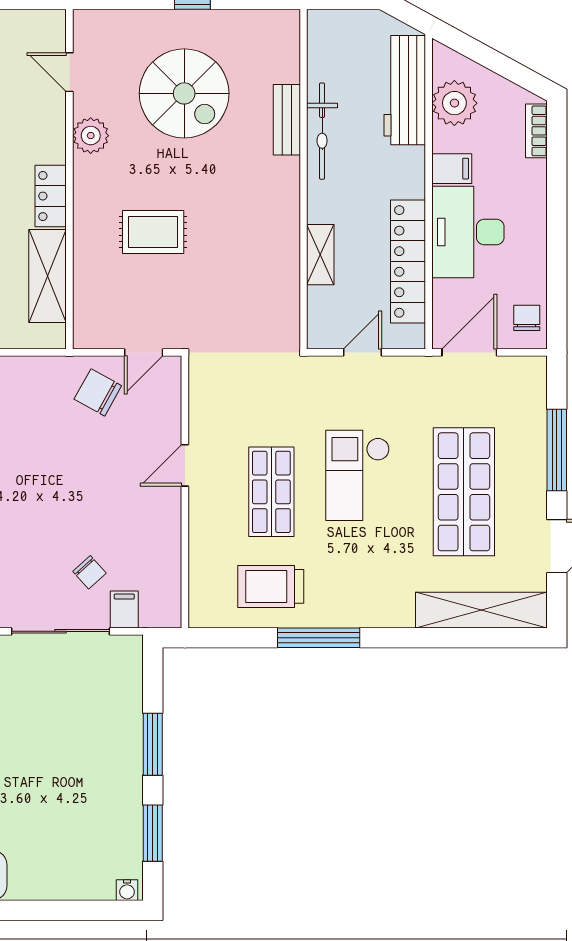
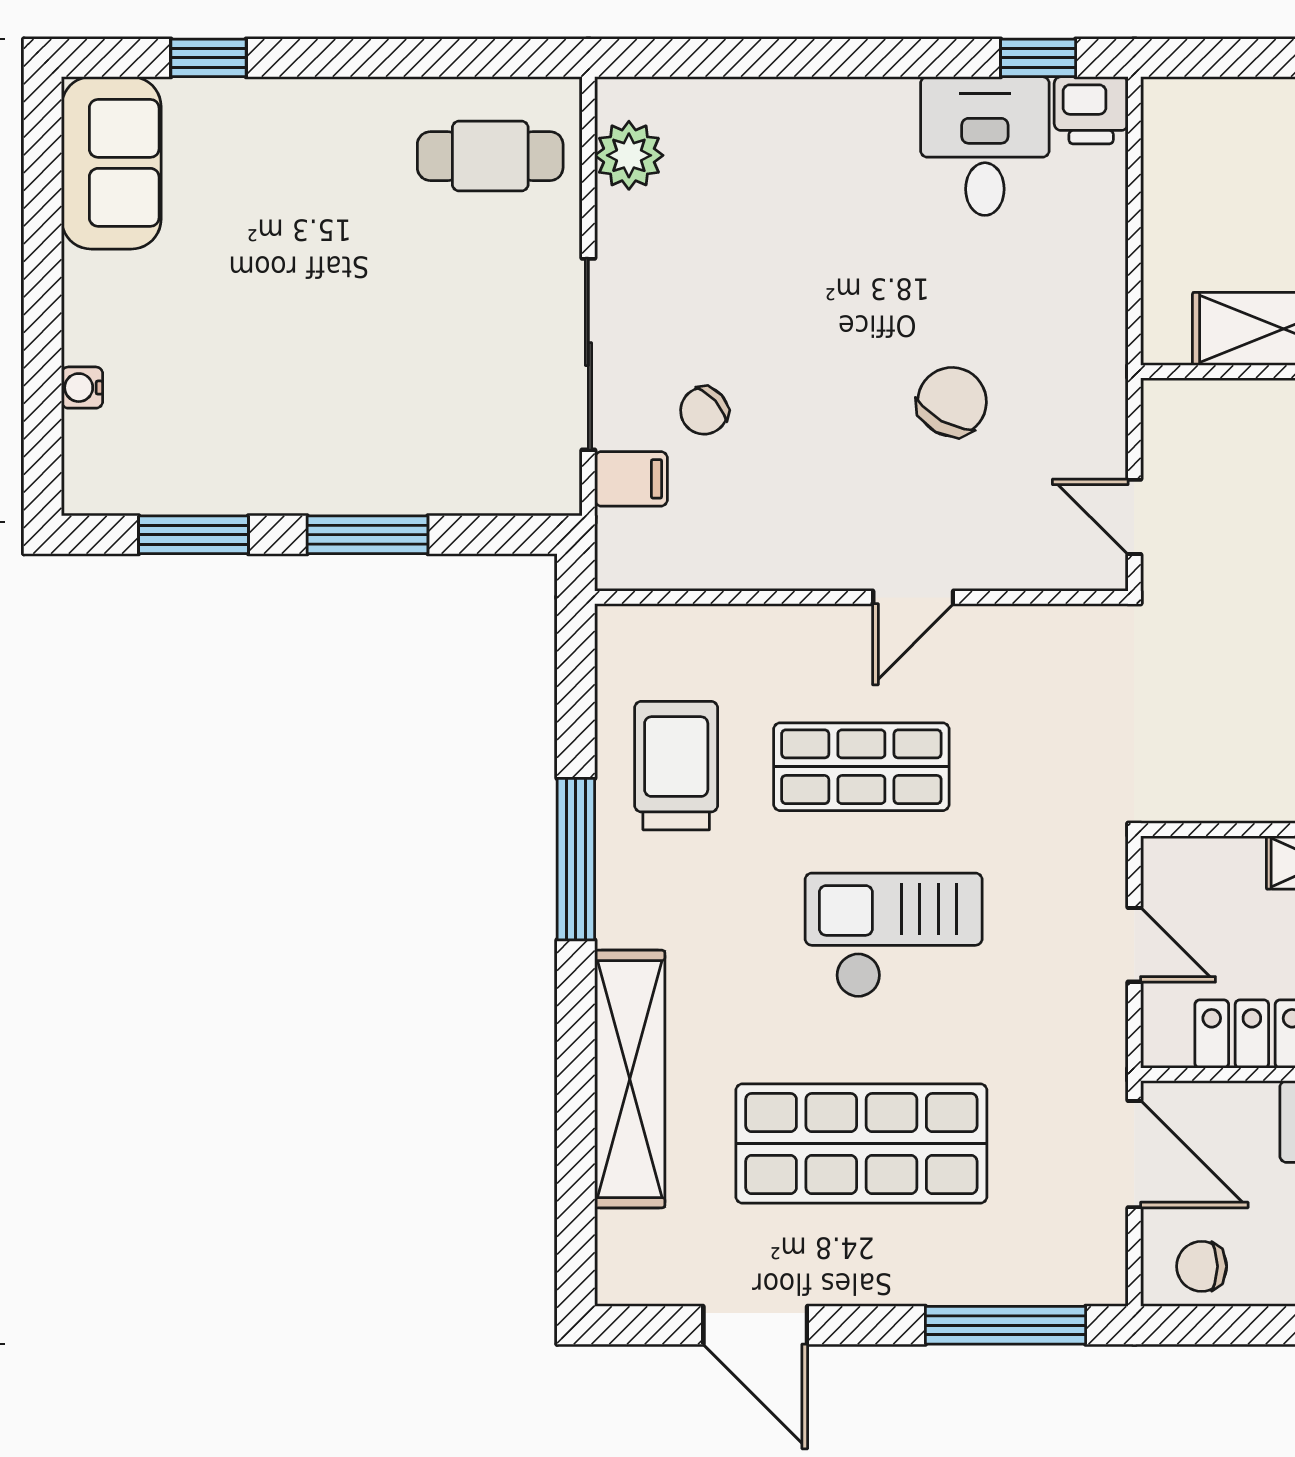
chair: (527, 318) -> (1202, 1266), turned 180
chair: (98, 392) -> (952, 402), moved
window: (557, 450) -> (1005, 1325), moved
door: (185, 465) -> (913, 597), swing flipped
shelving: (481, 610) -> (630, 1079), moved
water cooler: (127, 890) -> (82, 388), moved

